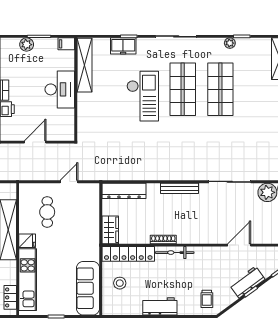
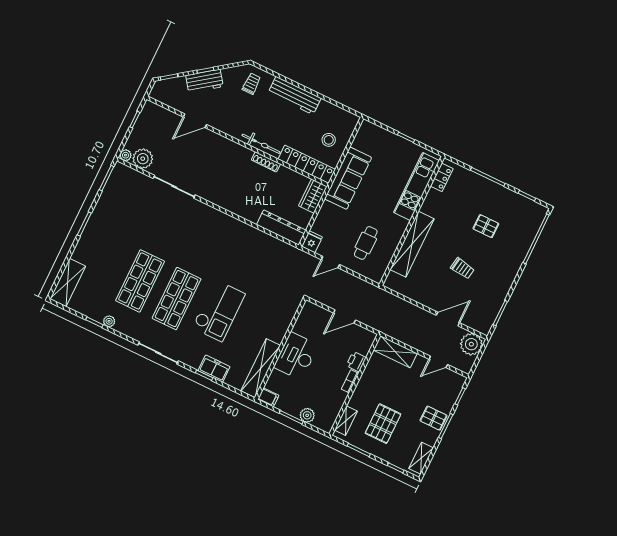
checkout: (143, 96) -> (219, 311), turned 180
bench: (179, 188) -> (226, 204), removed
fridge: (27, 241) -> (312, 242), moved, turned 90
sofa: (88, 288) -> (348, 178), moved
workbench: (160, 306) -> (295, 95), width x1.38

